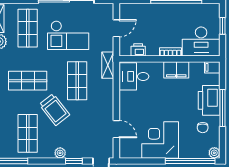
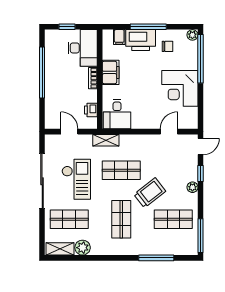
filing cabinet: (212, 67) -> (119, 37), moved

